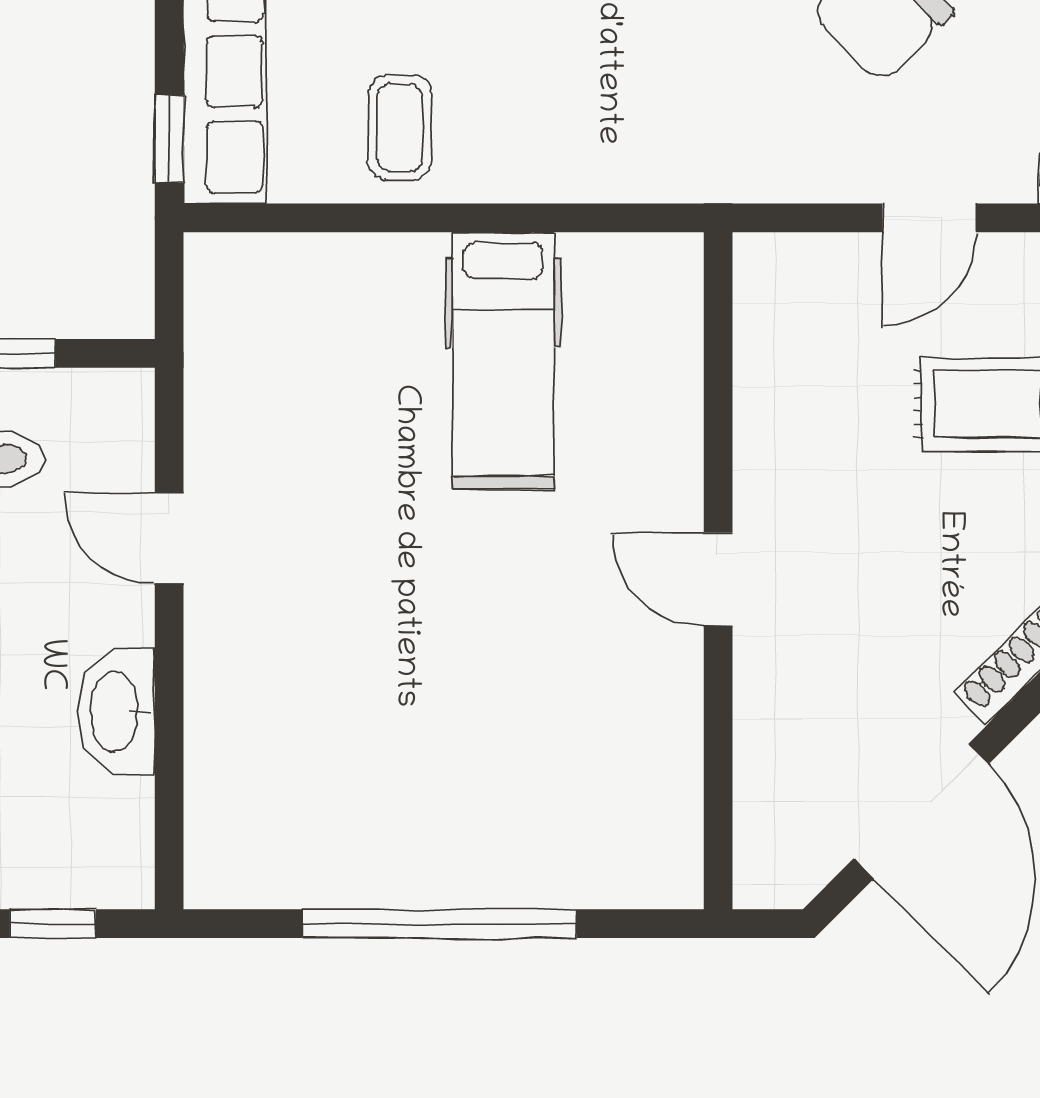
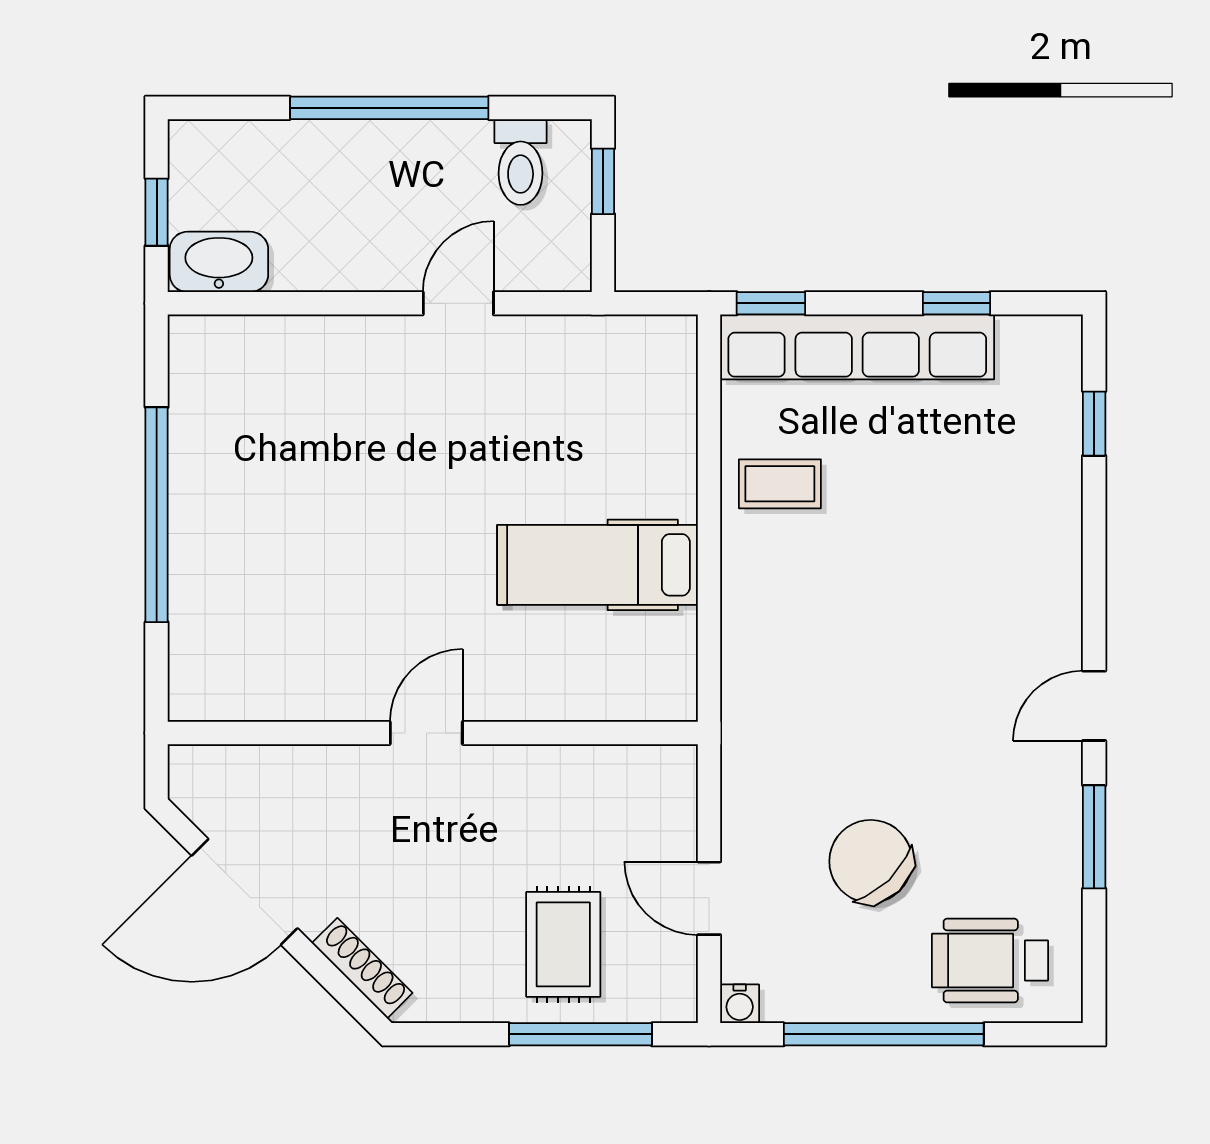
washbasin: (116, 711) -> (219, 262), moved

